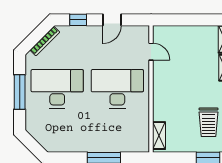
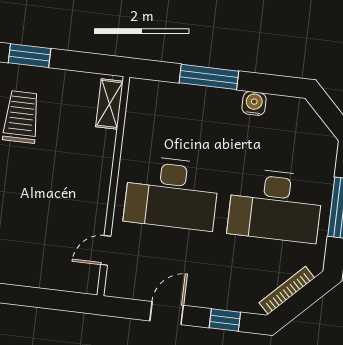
door: (151, 52) -> (106, 250), hinge flipped
water cooler: (76, 146) -> (254, 103), added

